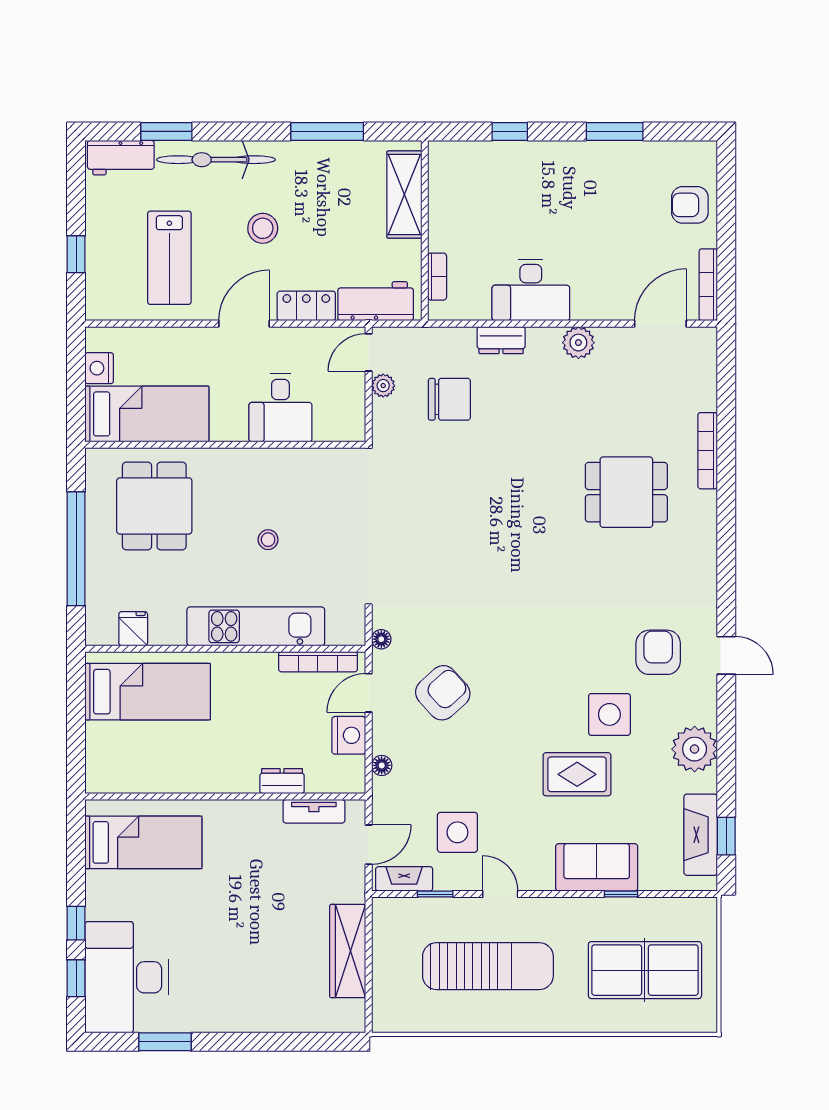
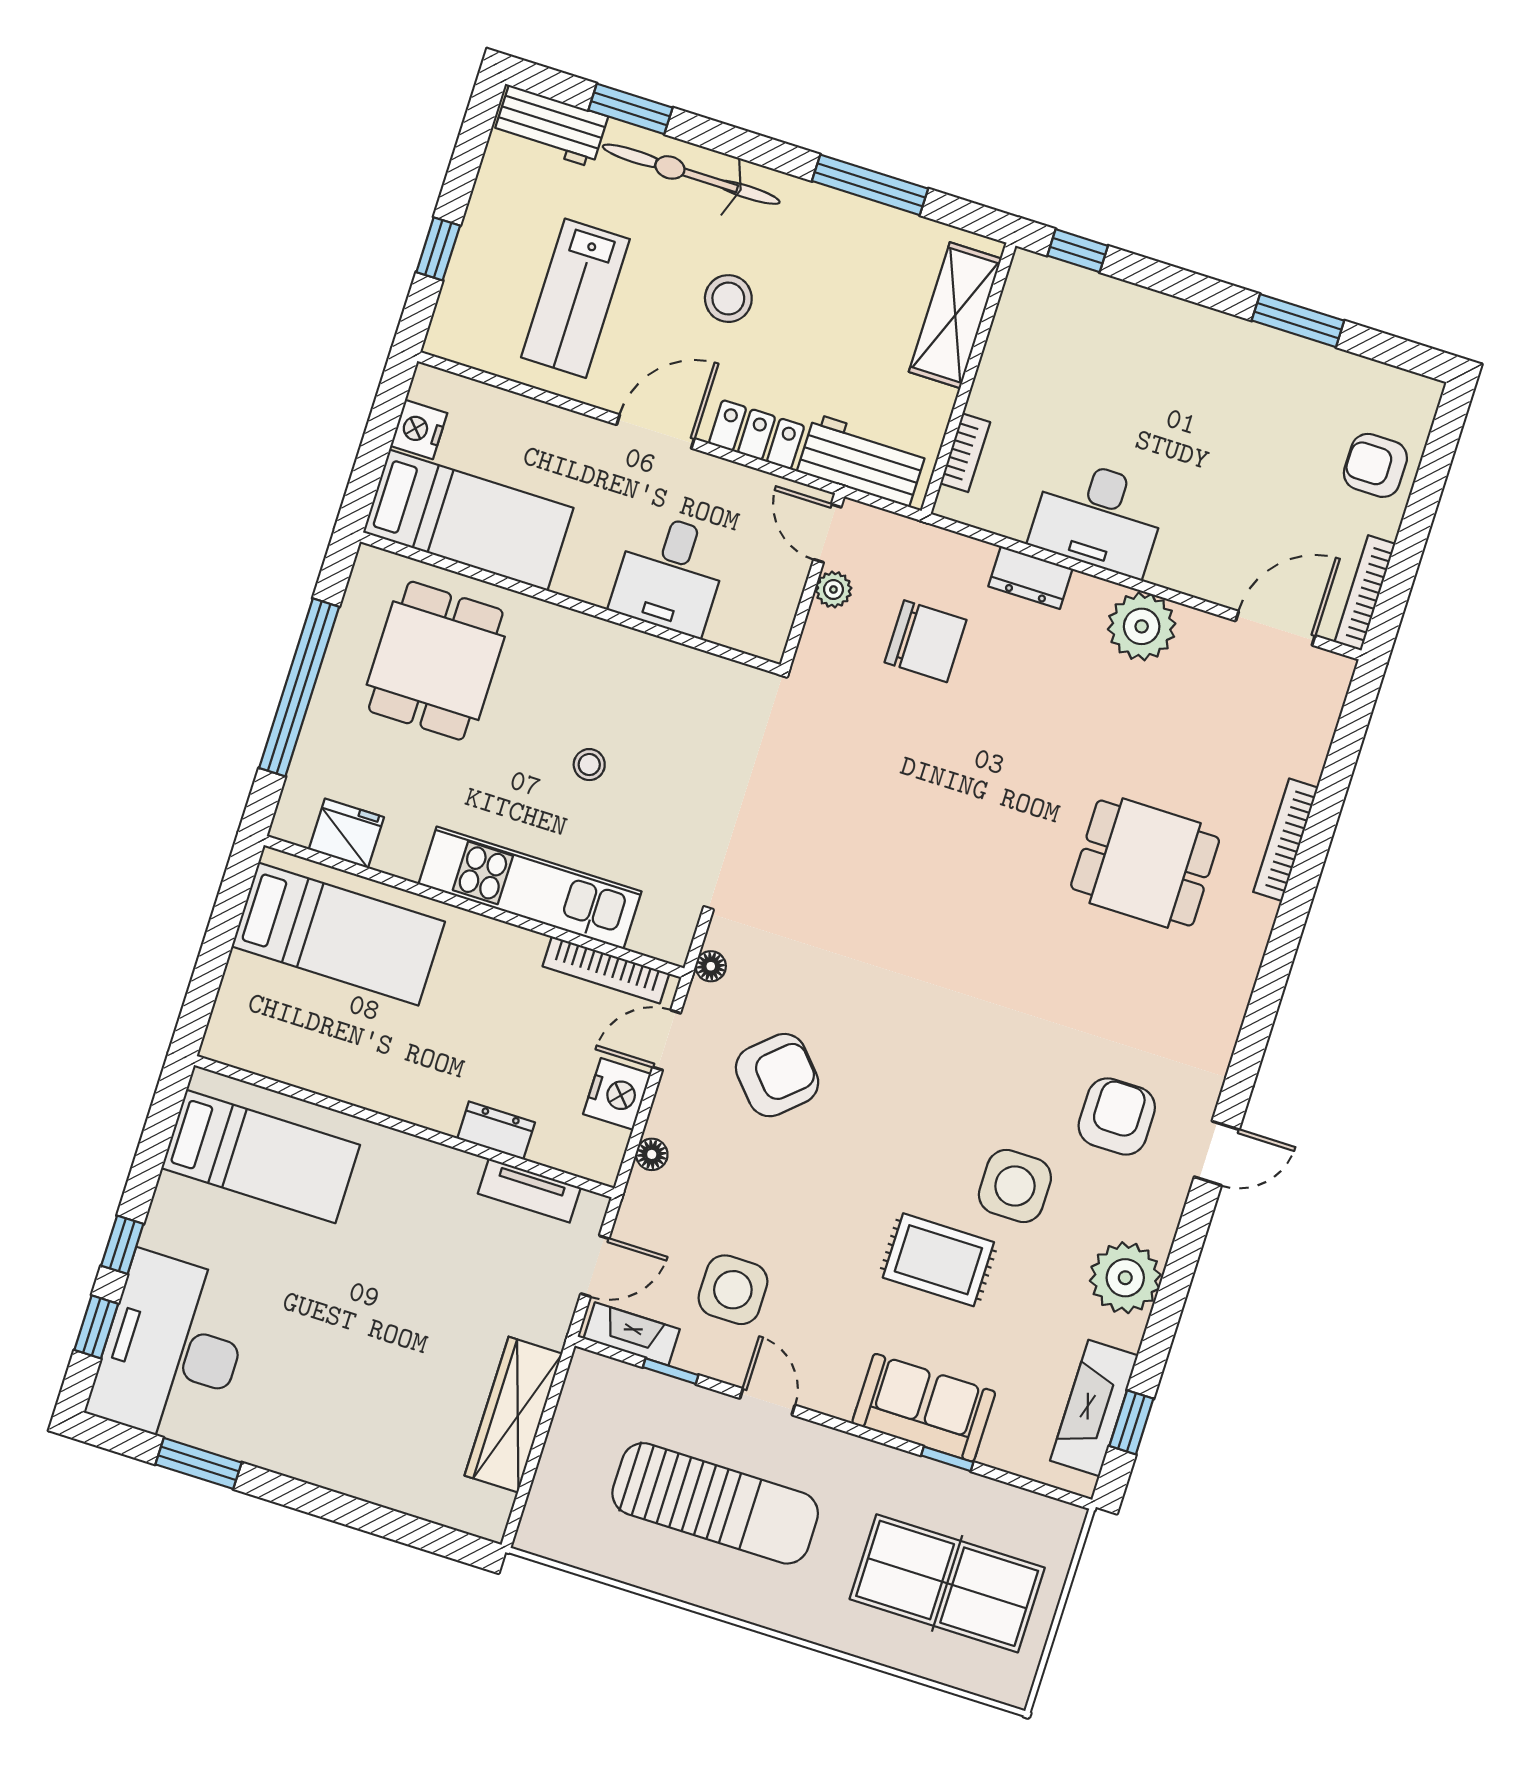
window: (510, 131) -> (1078, 251), moved
plant: (578, 343) -> (1142, 626), width x1.36, depth x1.36
door: (369, 352) -> (827, 533), hinge flipped
fridge: (133, 629) -> (346, 833), width x1.38
door: (726, 655) -> (1217, 1153), hinge flipped

